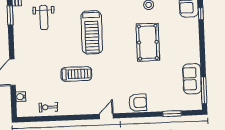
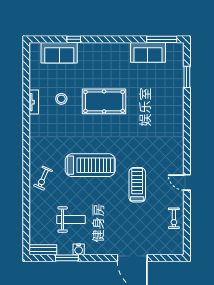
water cooler: (21, 97) -> (79, 249), moved
armchair: (138, 102) -> (173, 116), removed
door: (106, 116) -> (187, 182), moved

